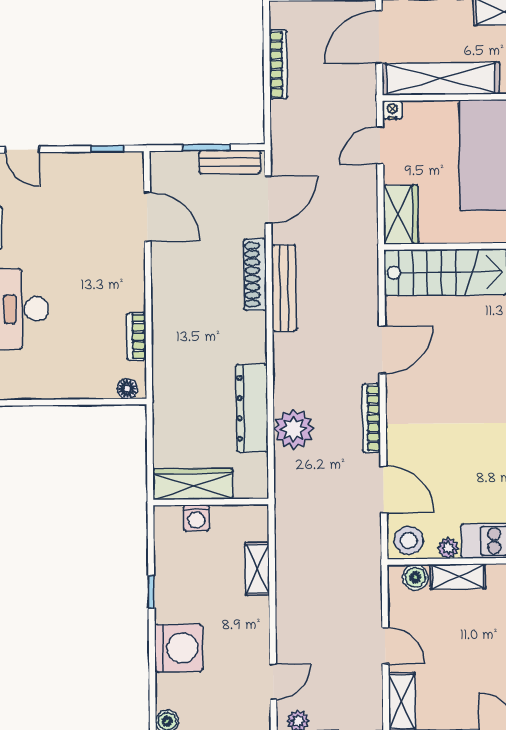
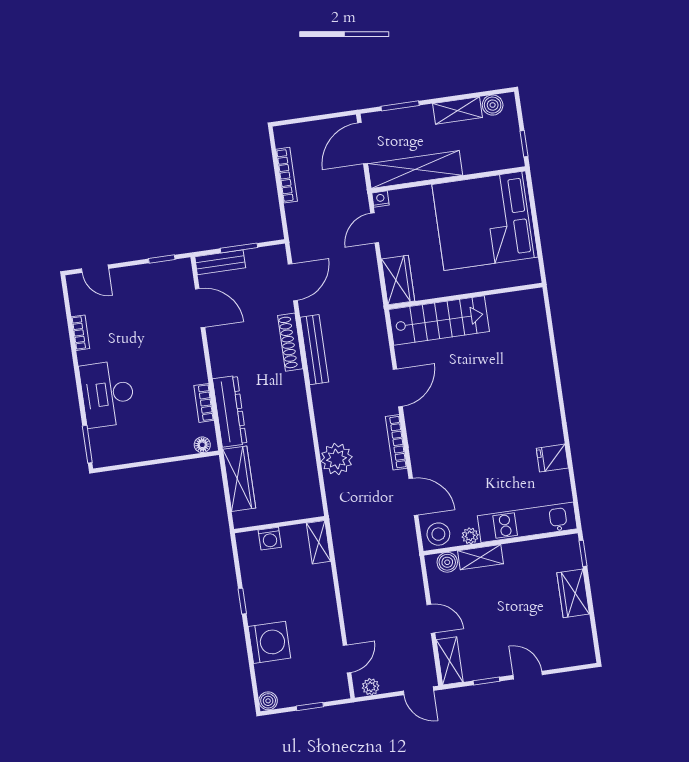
bench: (230, 162) -> (220, 262), moved
dresser: (252, 408) -> (230, 411), moved, turned 180
wardrobe: (193, 484) -> (239, 479), moved, turned 90
shelving: (257, 569) -> (319, 542), moved

